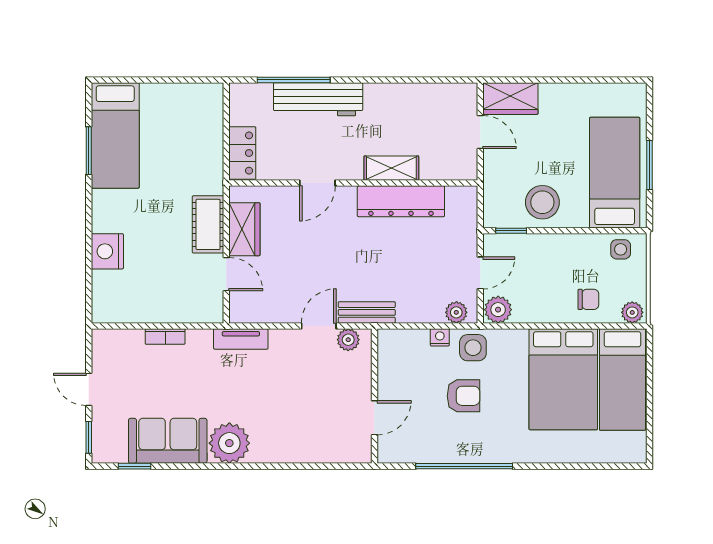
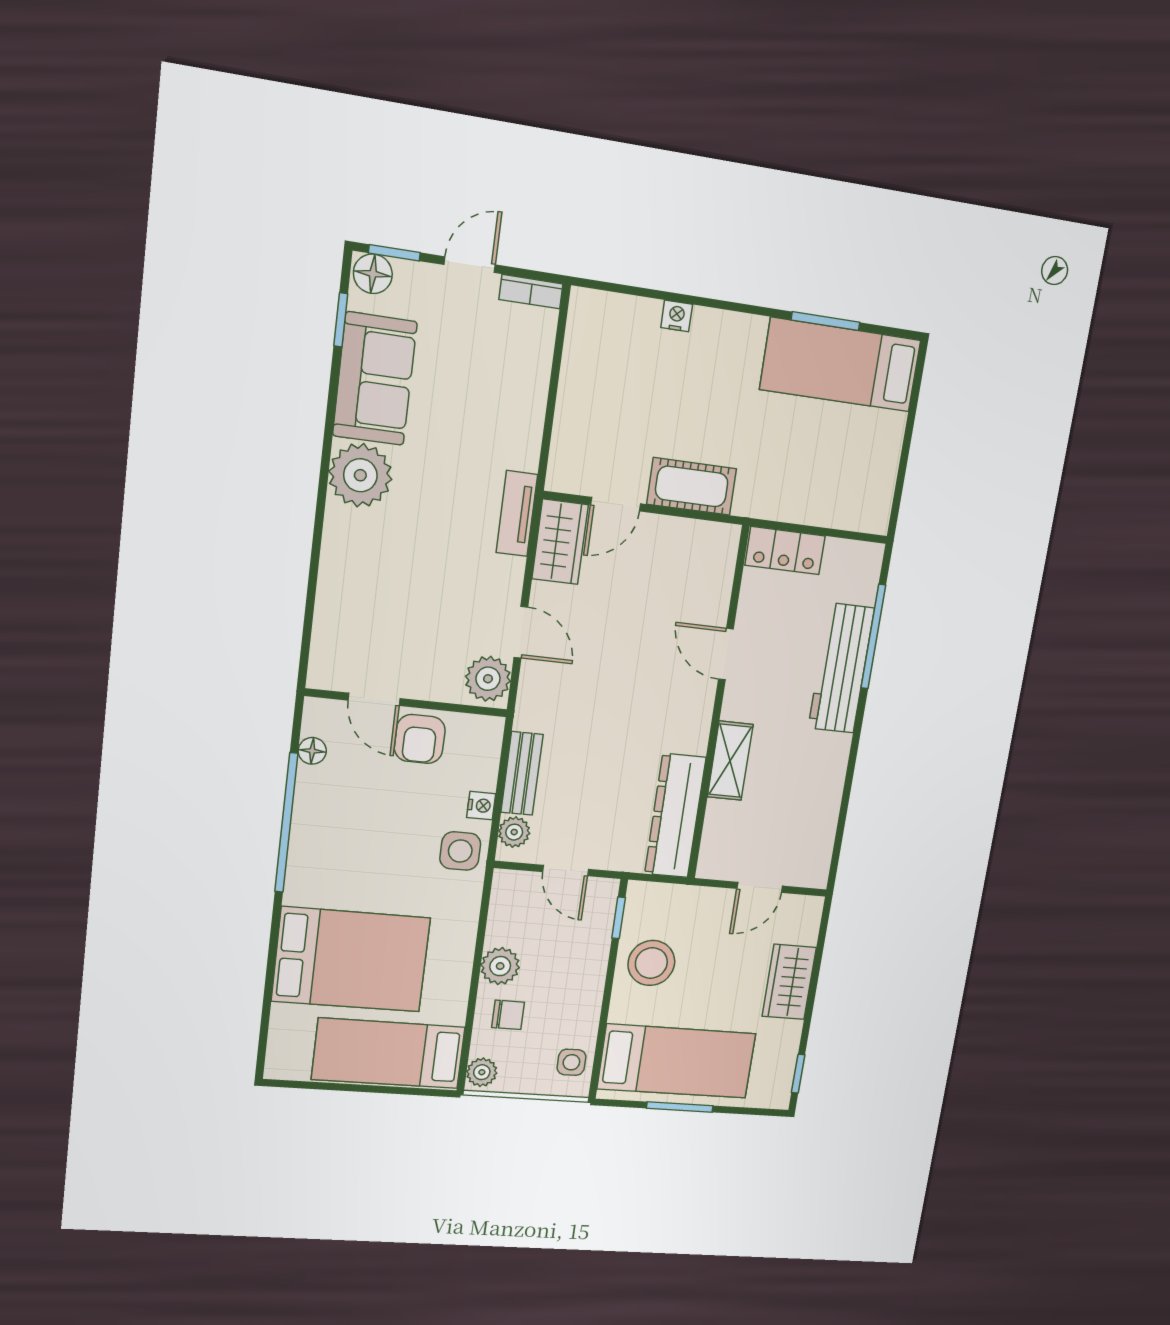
window: (618, 80) -> (798, 1074), added
wardrobe: (510, 99) -> (789, 982), moved
dresser: (401, 201) -> (675, 816), moved
wardrobe: (244, 229) -> (560, 542), moved, turned -90
nightstand: (107, 251) -> (677, 316), width x0.53, depth x0.56
chair: (588, 299) -> (508, 1015), turned -90
plant: (498, 310) -> (500, 966), moved
bench: (367, 312) -> (522, 773), moved
bookcase: (165, 336) -> (531, 292), moved, turned -90
plant: (348, 340) -> (488, 679), width x1.38, depth x1.38
bed: (563, 379) -> (351, 960), moved, turned 180
armchair: (463, 396) -> (420, 739), moved
floor lamp: (104, 449) -> (373, 274), added
floor lamp: (413, 454) -> (312, 751), added

